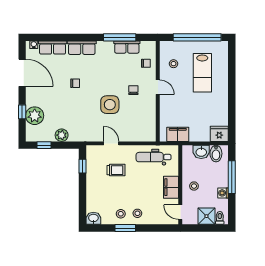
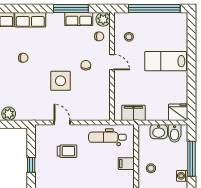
plant: (149, 47) -> (103, 19), added
lab bench: (202, 73) -> (166, 61), moved, turned 90
window: (83, 166) -> (31, 165), moved
filing cabinet: (171, 187) -> (126, 164), width x0.50

